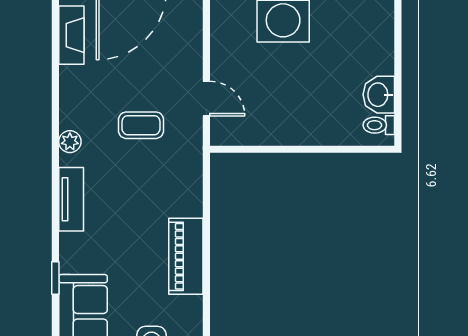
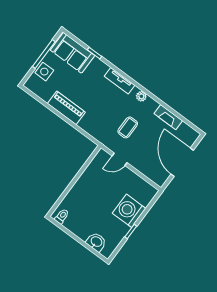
fireplace: (71, 35) -> (168, 117), moved
washbasin: (379, 95) -> (96, 242), moved

